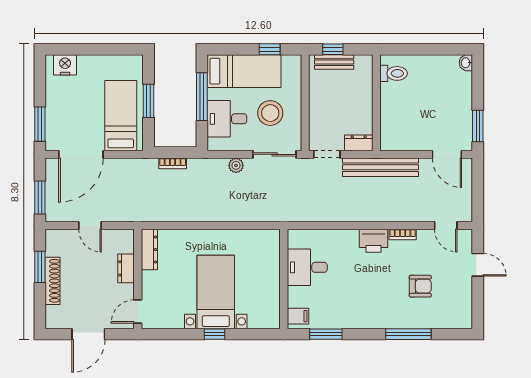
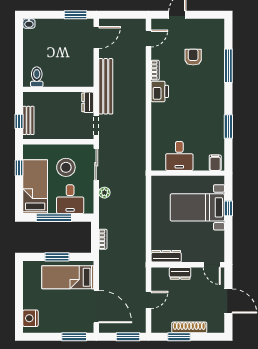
desk: (307, 267) -> (179, 156), moved
wall: (284, 279) -> (188, 173), moved
filing cabinet: (298, 316) -> (215, 163), moved

